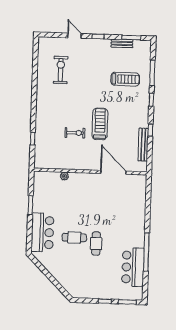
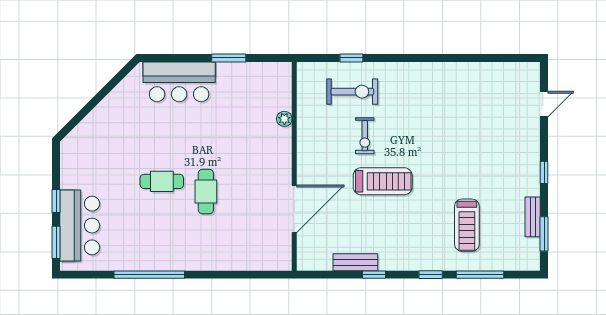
door: (74, 36) -> (544, 104), moved
exercise bike: (61, 70) -> (352, 92), moved
bench: (143, 145) -> (355, 262), width x0.73
cafe table: (74, 238) -> (206, 192), moved
bar counter: (133, 267) -> (80, 226), moved, turned 90

